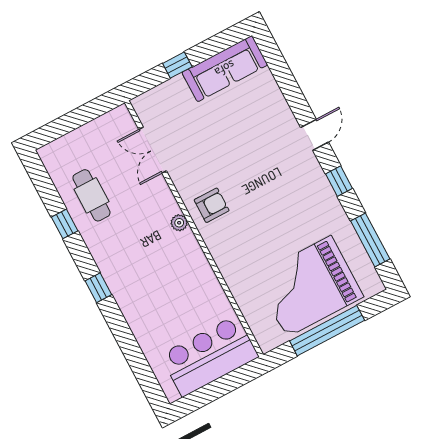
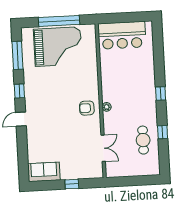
sofa: (225, 69) -> (44, 172), width x0.73

